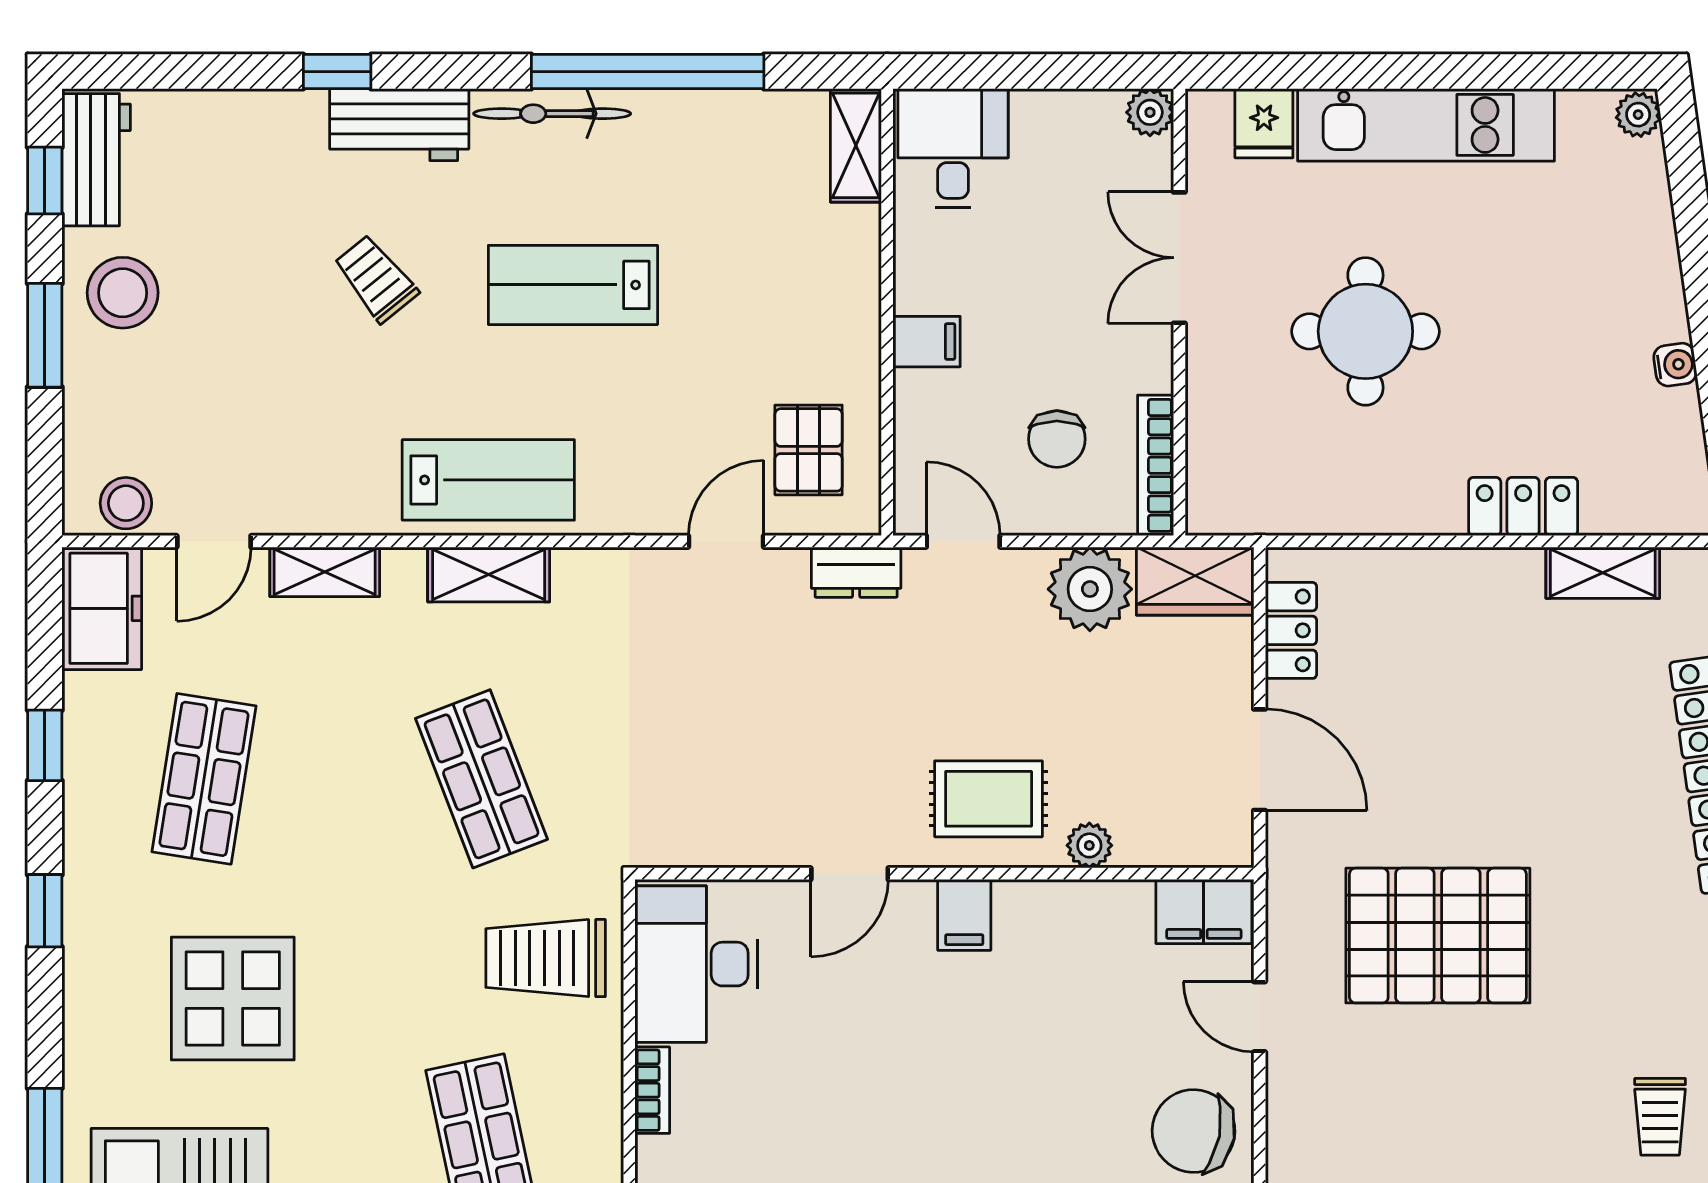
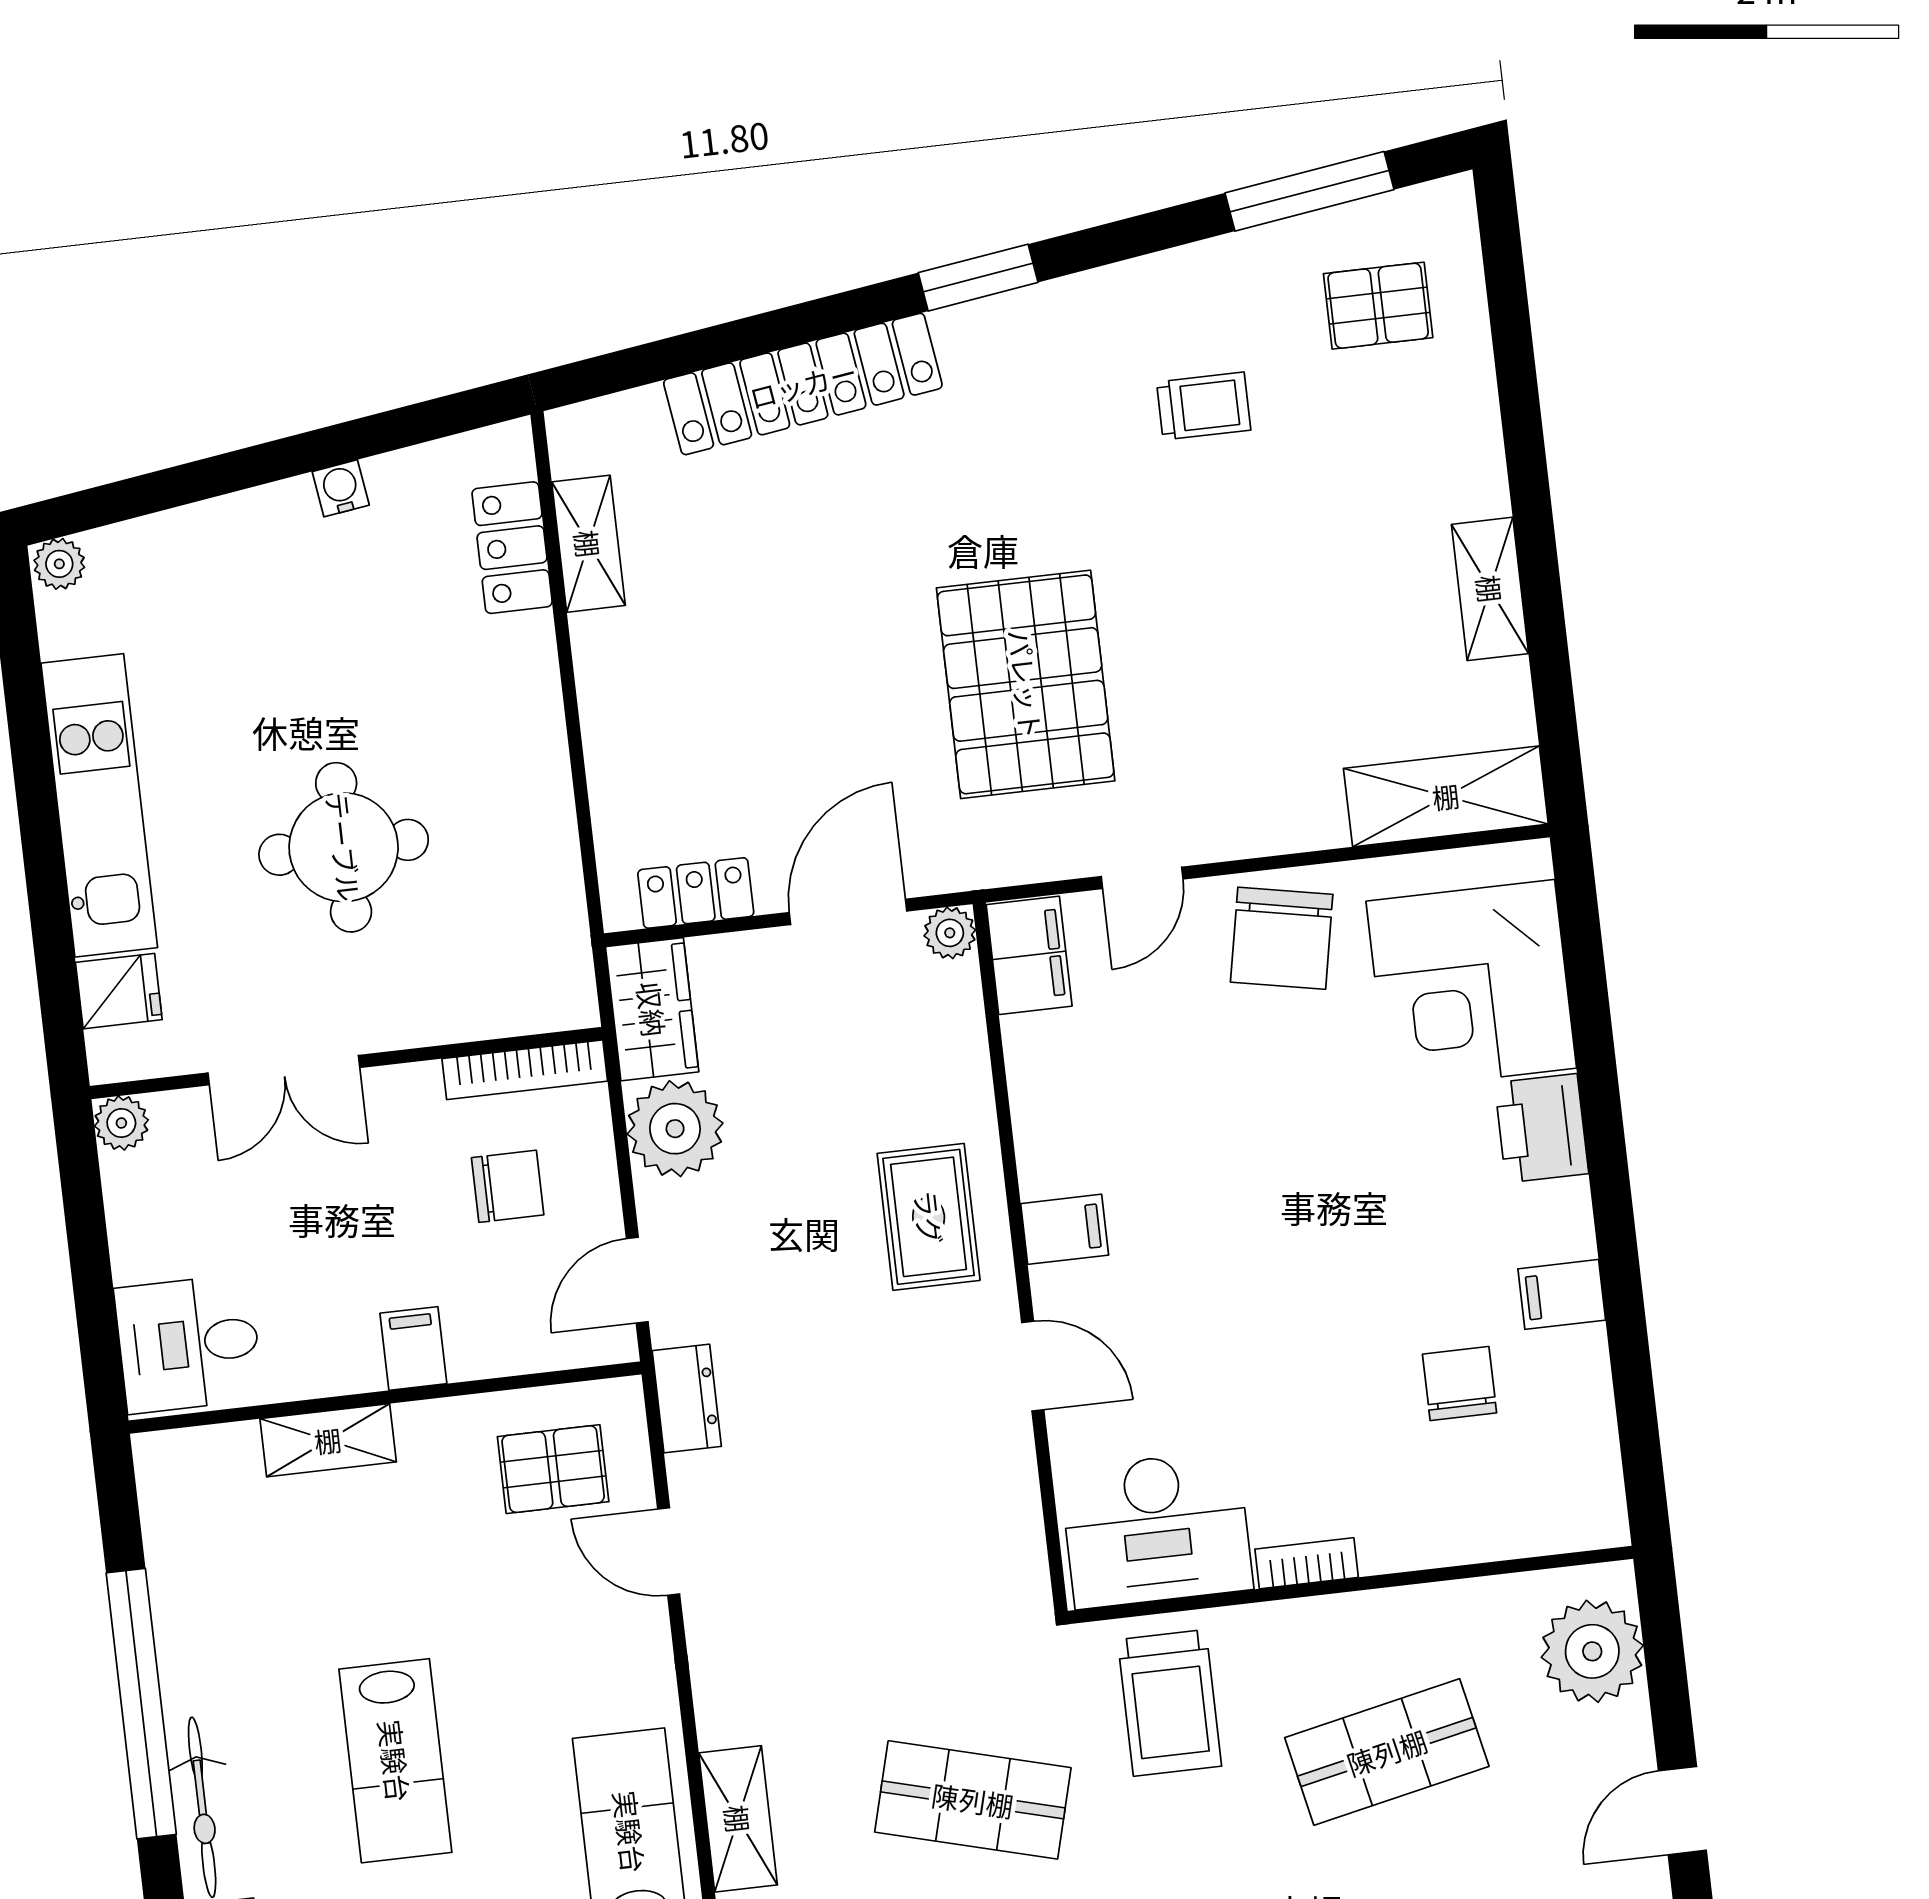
shelving: (856, 145) -> (328, 1440), moved
locker: (1523, 507) -> (512, 548), moved
shop shelf: (482, 779) -> (973, 1800), turned 36
plant: (1089, 845) -> (950, 933), moved

